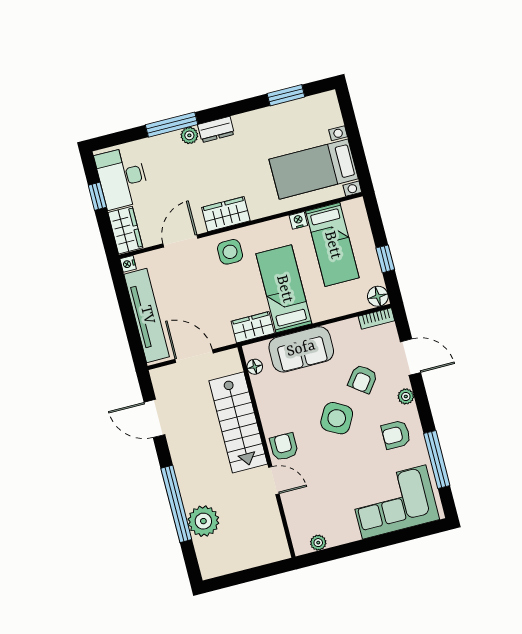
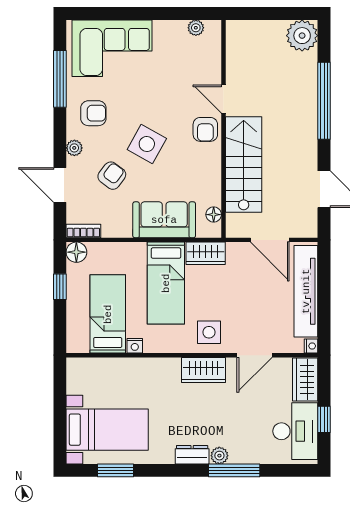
bed with nightstands: (314, 169) -> (107, 430), moved
plant: (203, 521) -> (302, 36), moved

